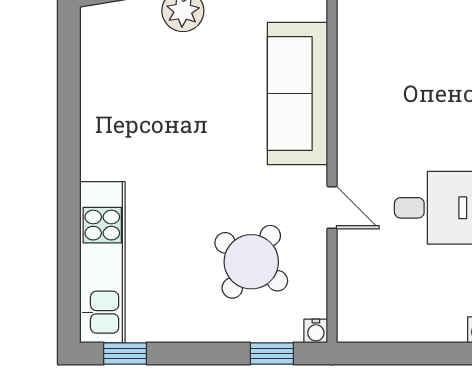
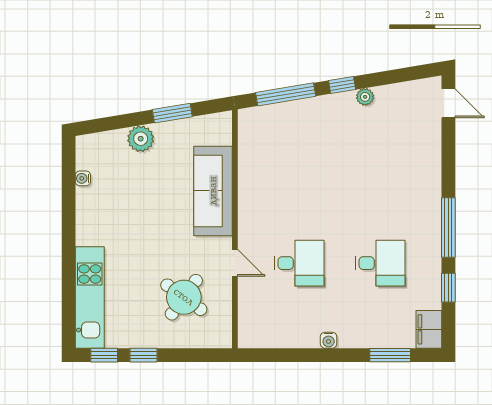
water cooler: (316, 331) -> (83, 178), moved, turned 90
window: (272, 353) -> (143, 355), moved

